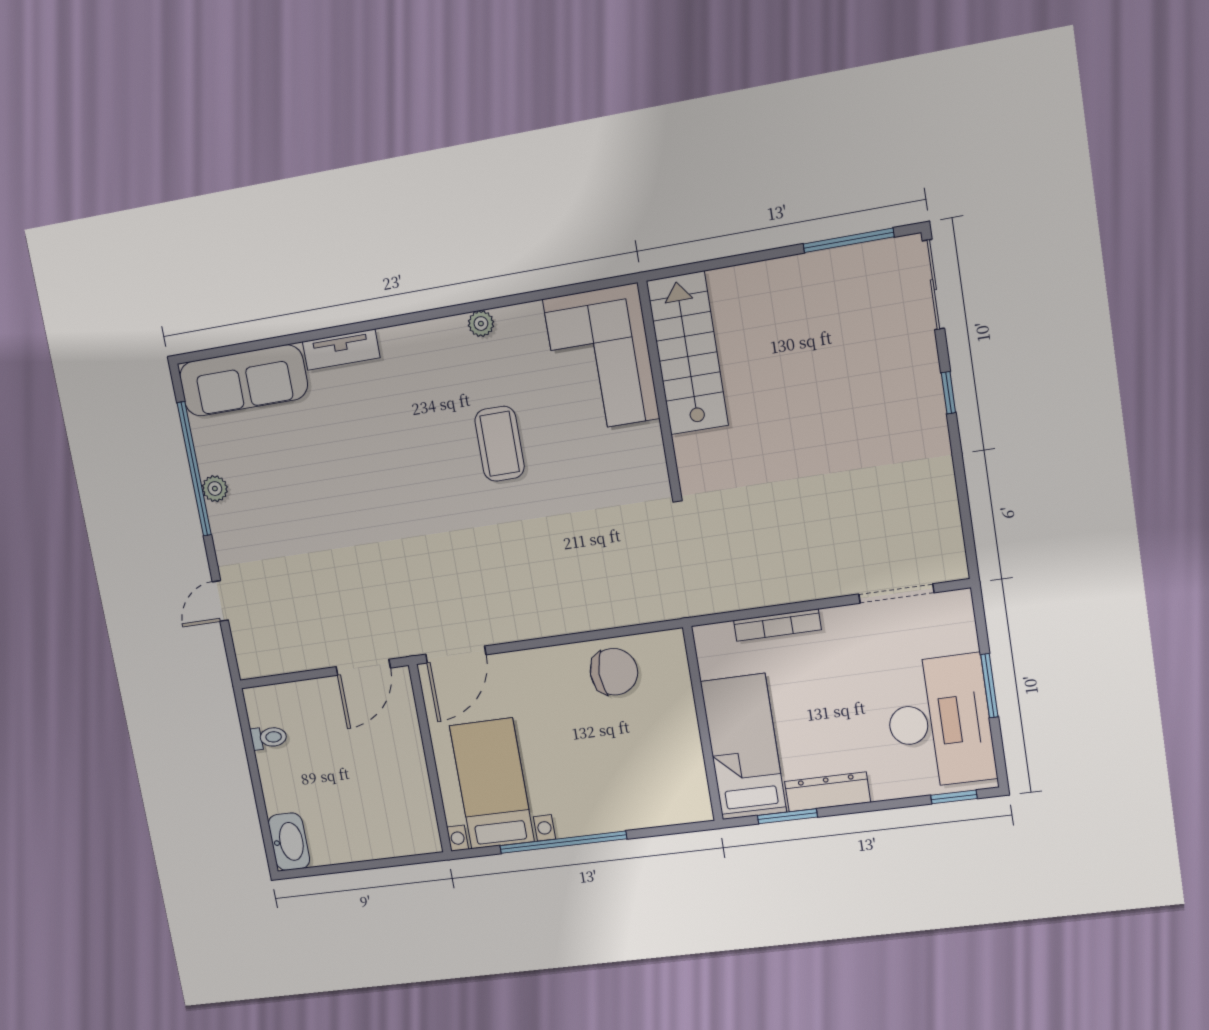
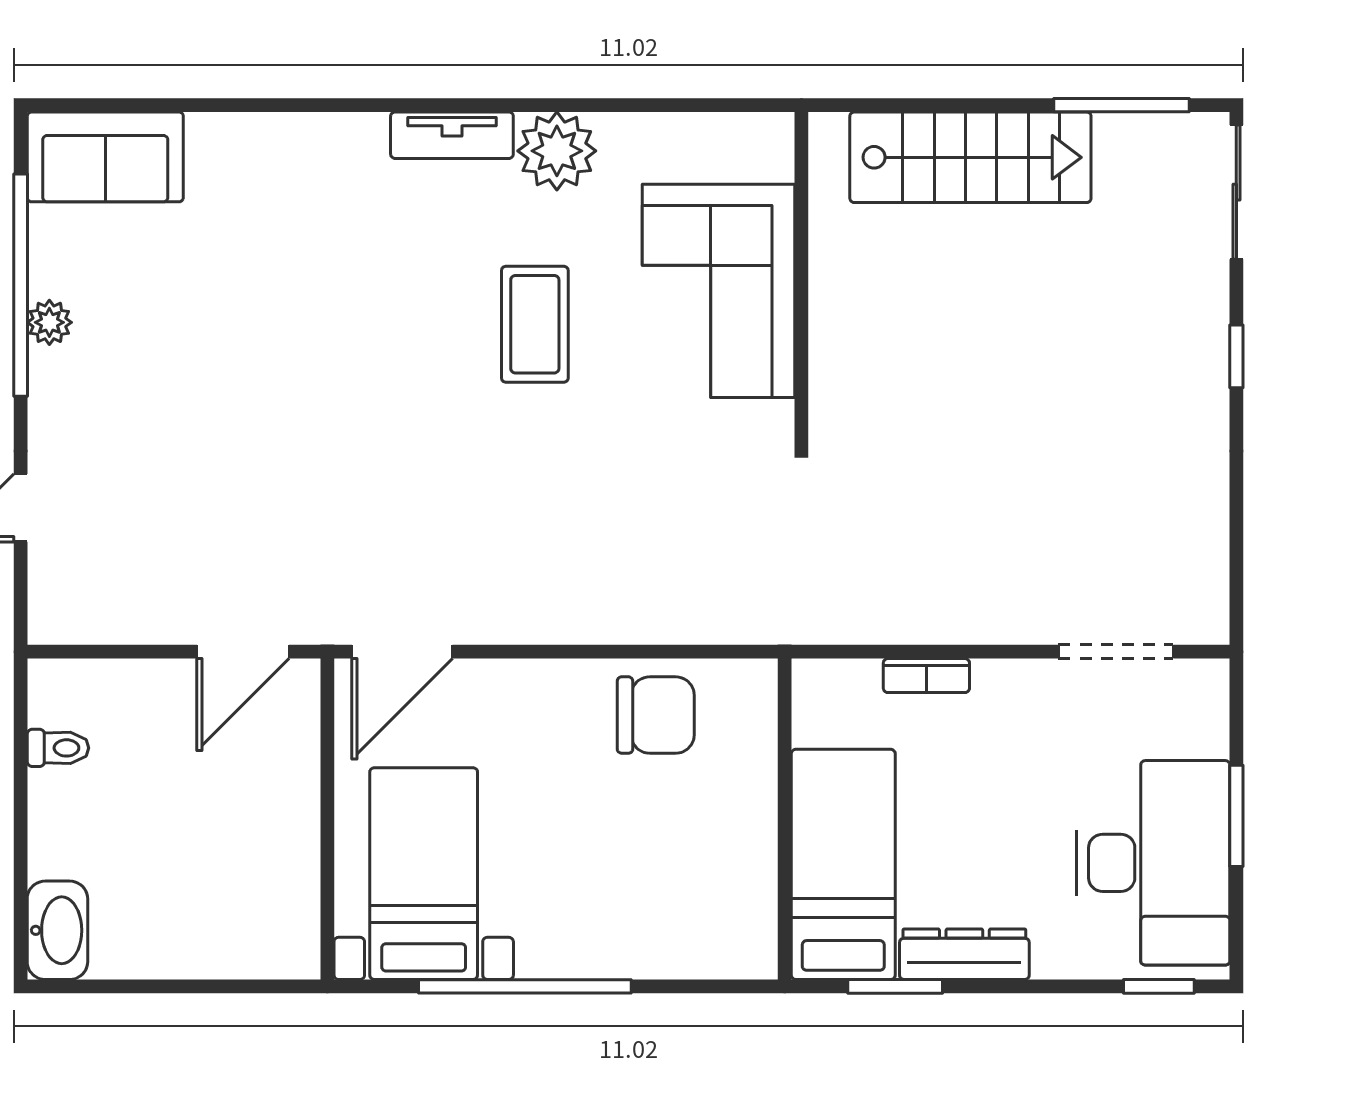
plant: (481, 324) -> (557, 151), width x1.88, depth x1.88
tv unit: (341, 350) -> (452, 135), moved
stairs: (687, 353) -> (970, 157), moved, turned 90
corner sofa: (601, 359) -> (719, 291), moved
sofa: (243, 381) -> (105, 157), width x0.73
bookcase: (777, 625) -> (926, 676), width x0.64

